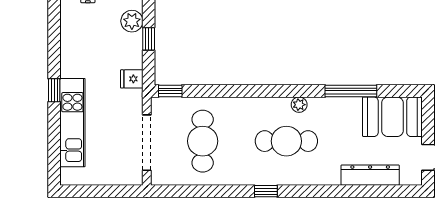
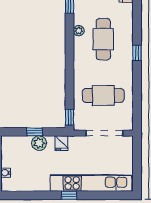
plant: (132, 21) -> (39, 143), moved
kitchen unit: (72, 123) -> (91, 183), width x1.36

